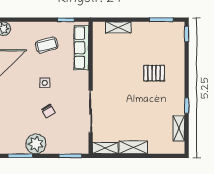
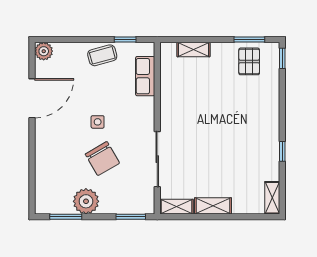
coffee table: (47, 45) -> (102, 55), moved
row of seats: (81, 48) -> (145, 76), width x0.68
pallet: (154, 73) -> (249, 61), moved, turned 90
chair: (48, 111) -> (102, 159), width x1.87, depth x1.87
shelving: (179, 128) -> (272, 198), moved

